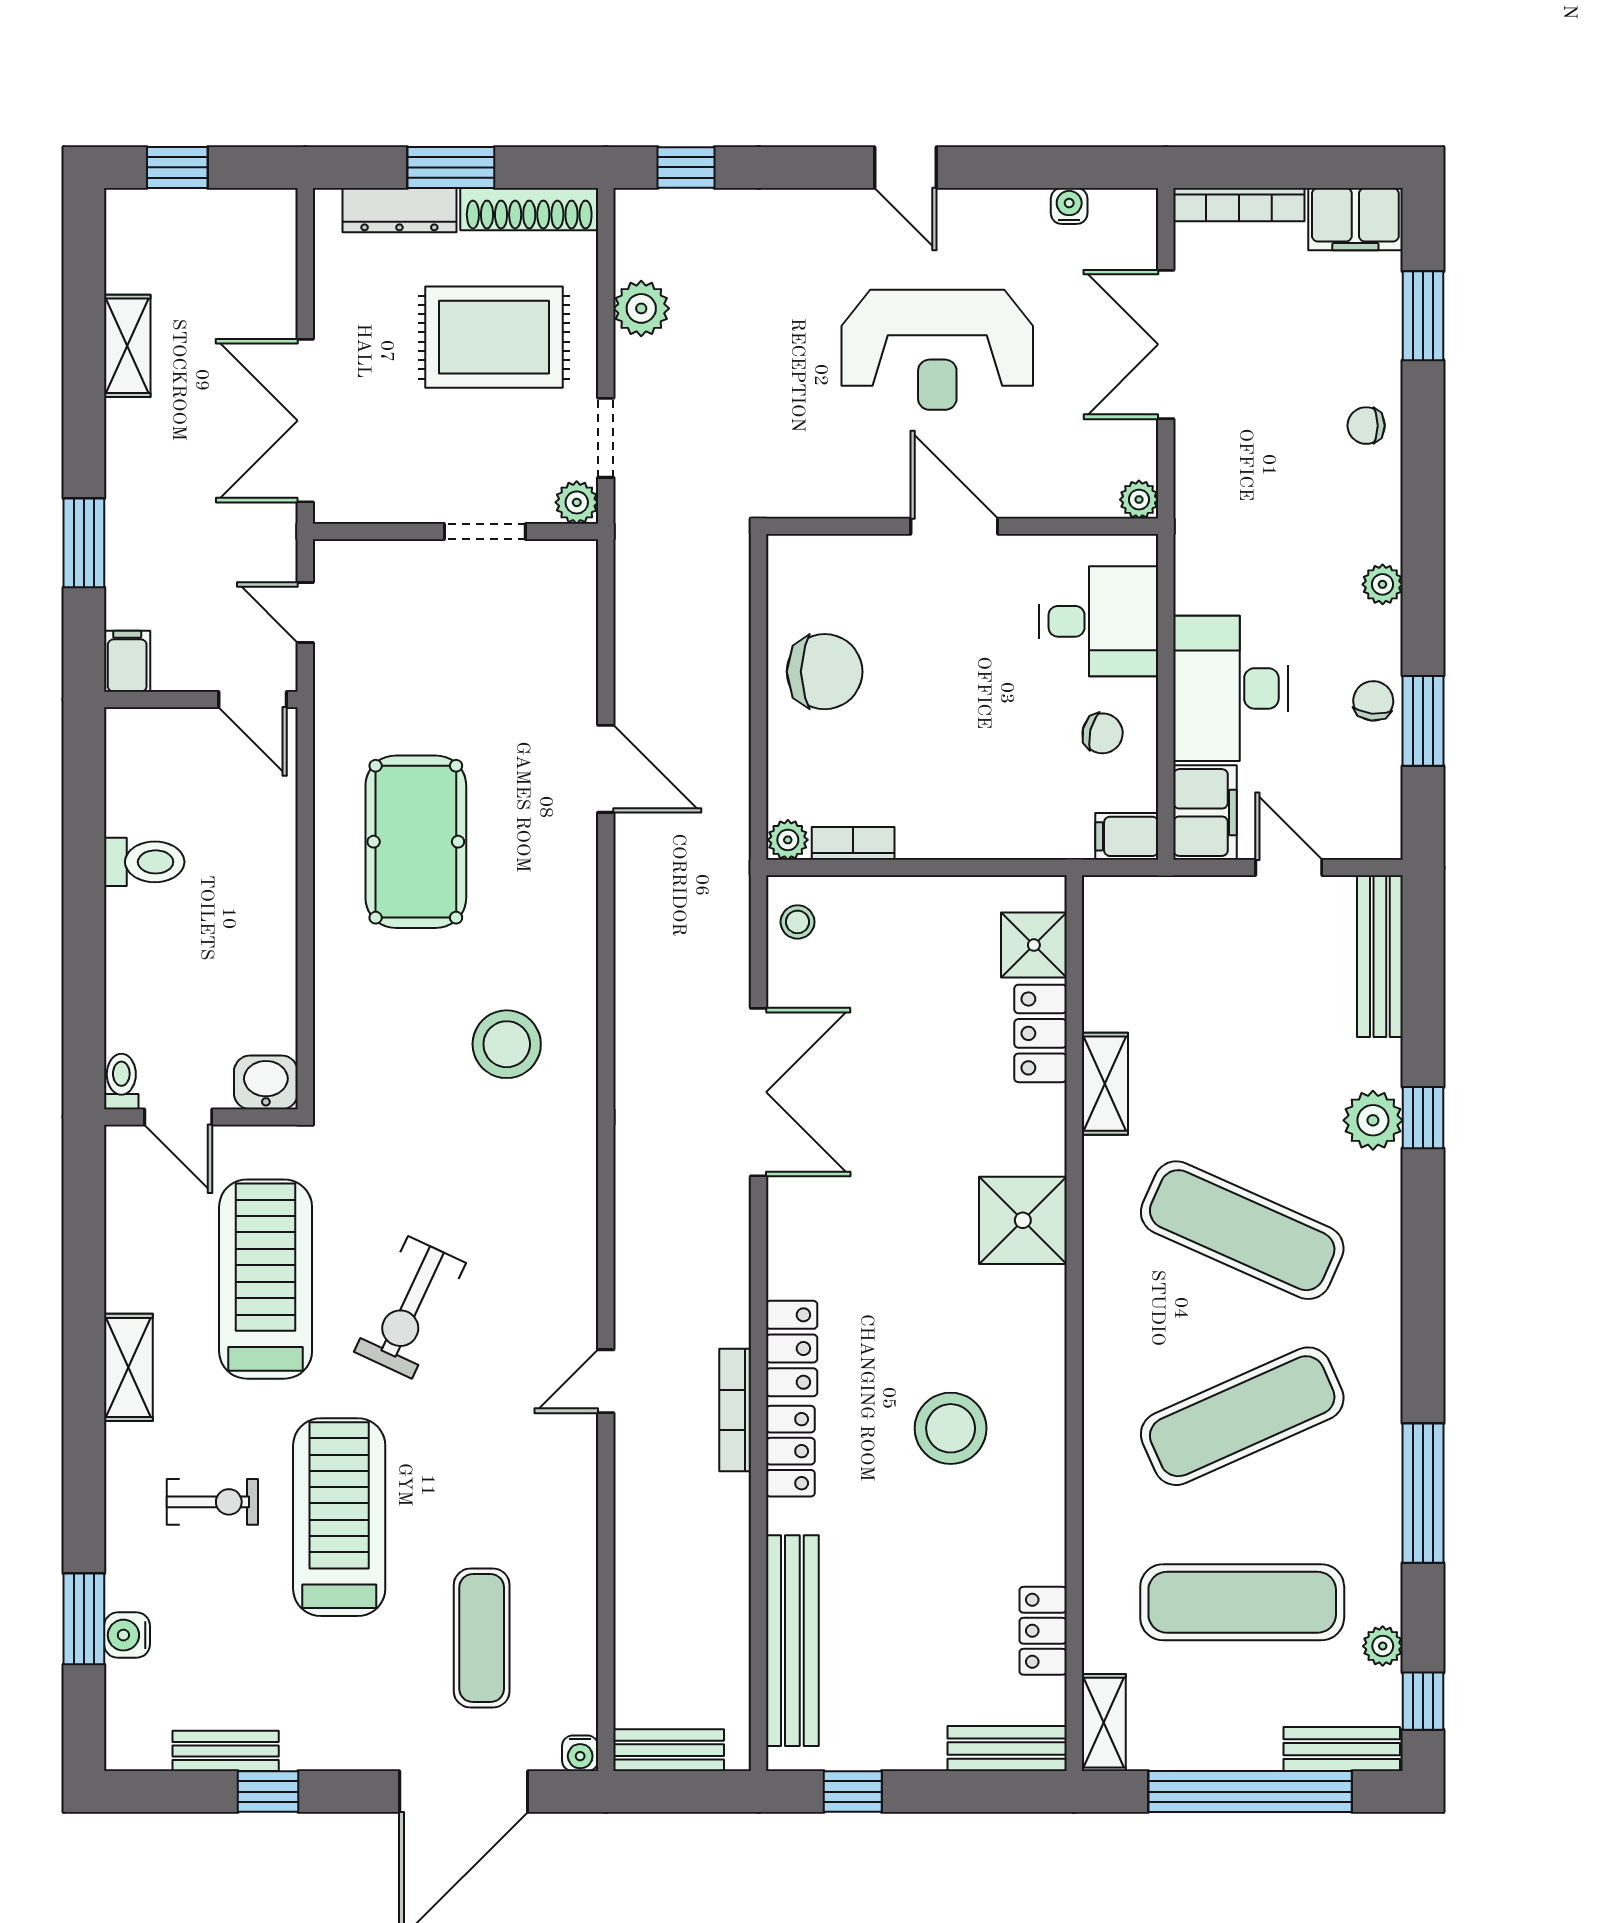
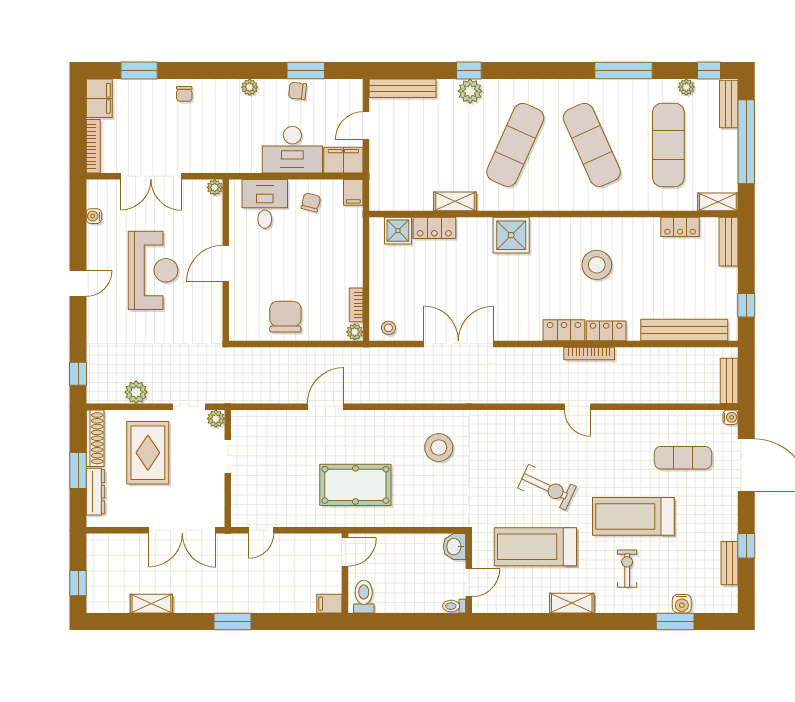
filing cabinet: (127, 661) -> (329, 604), moved
wall: (201, 699) -> (345, 573), moved
door: (253, 699) -> (345, 552), moved

